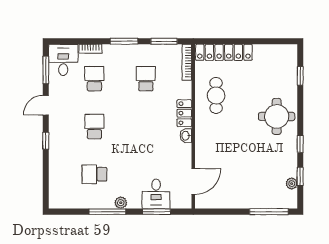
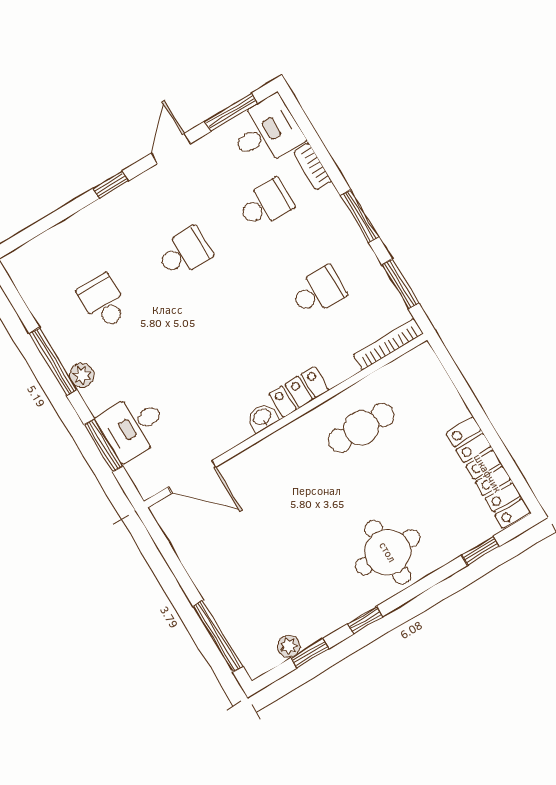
locker: (224, 52) -> (488, 473), moved
door: (46, 105) -> (171, 149), hinge flipped

